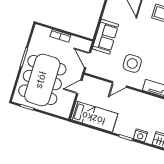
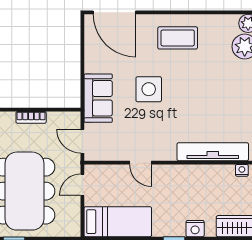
side table: (132, 63) -> (149, 89), moved
door: (119, 84) -> (141, 163), hinge flipped

